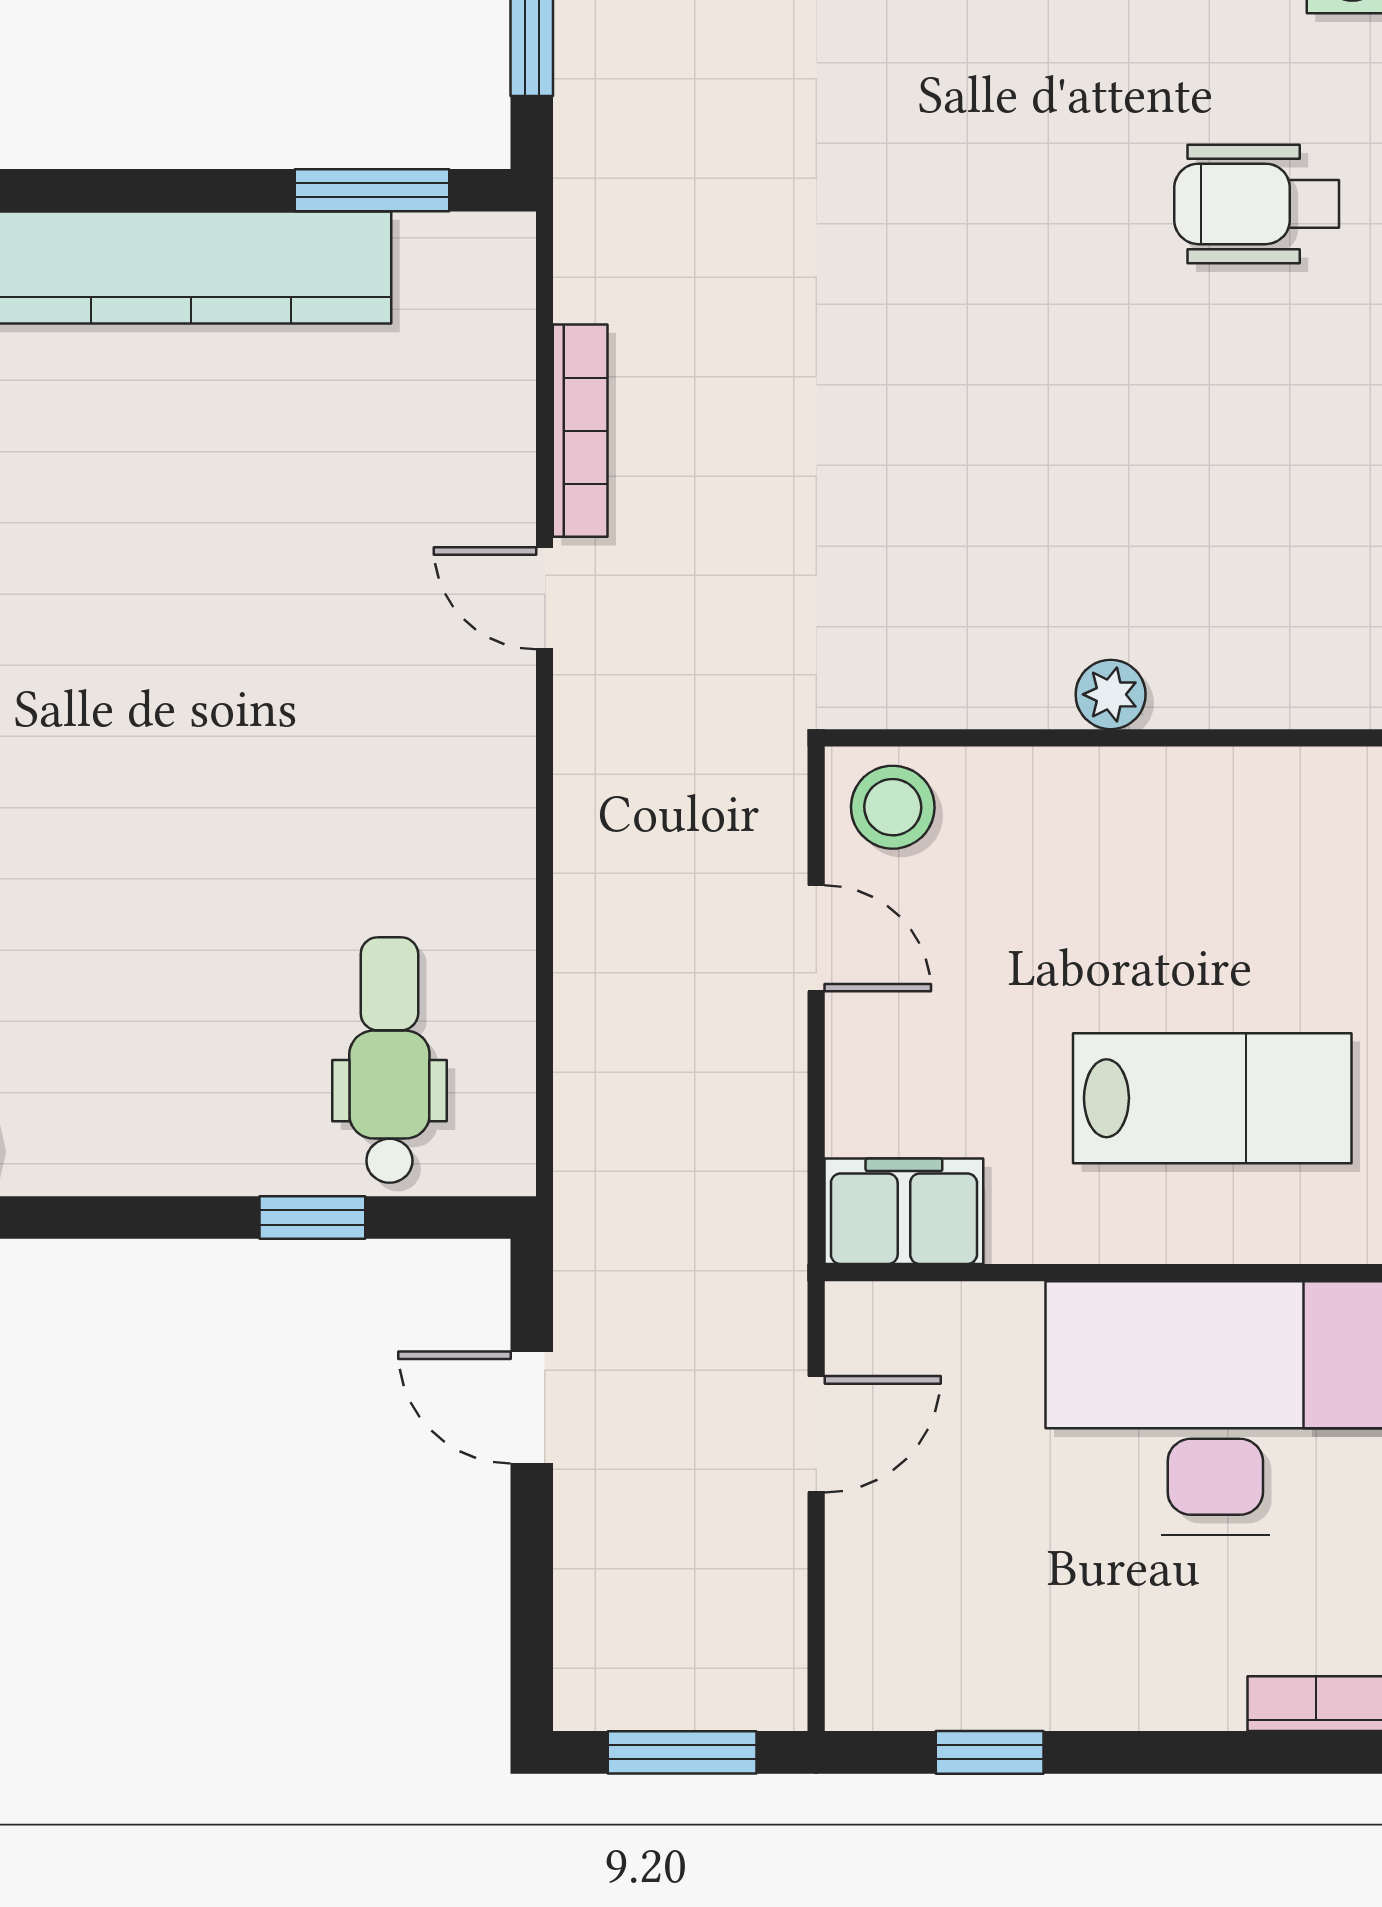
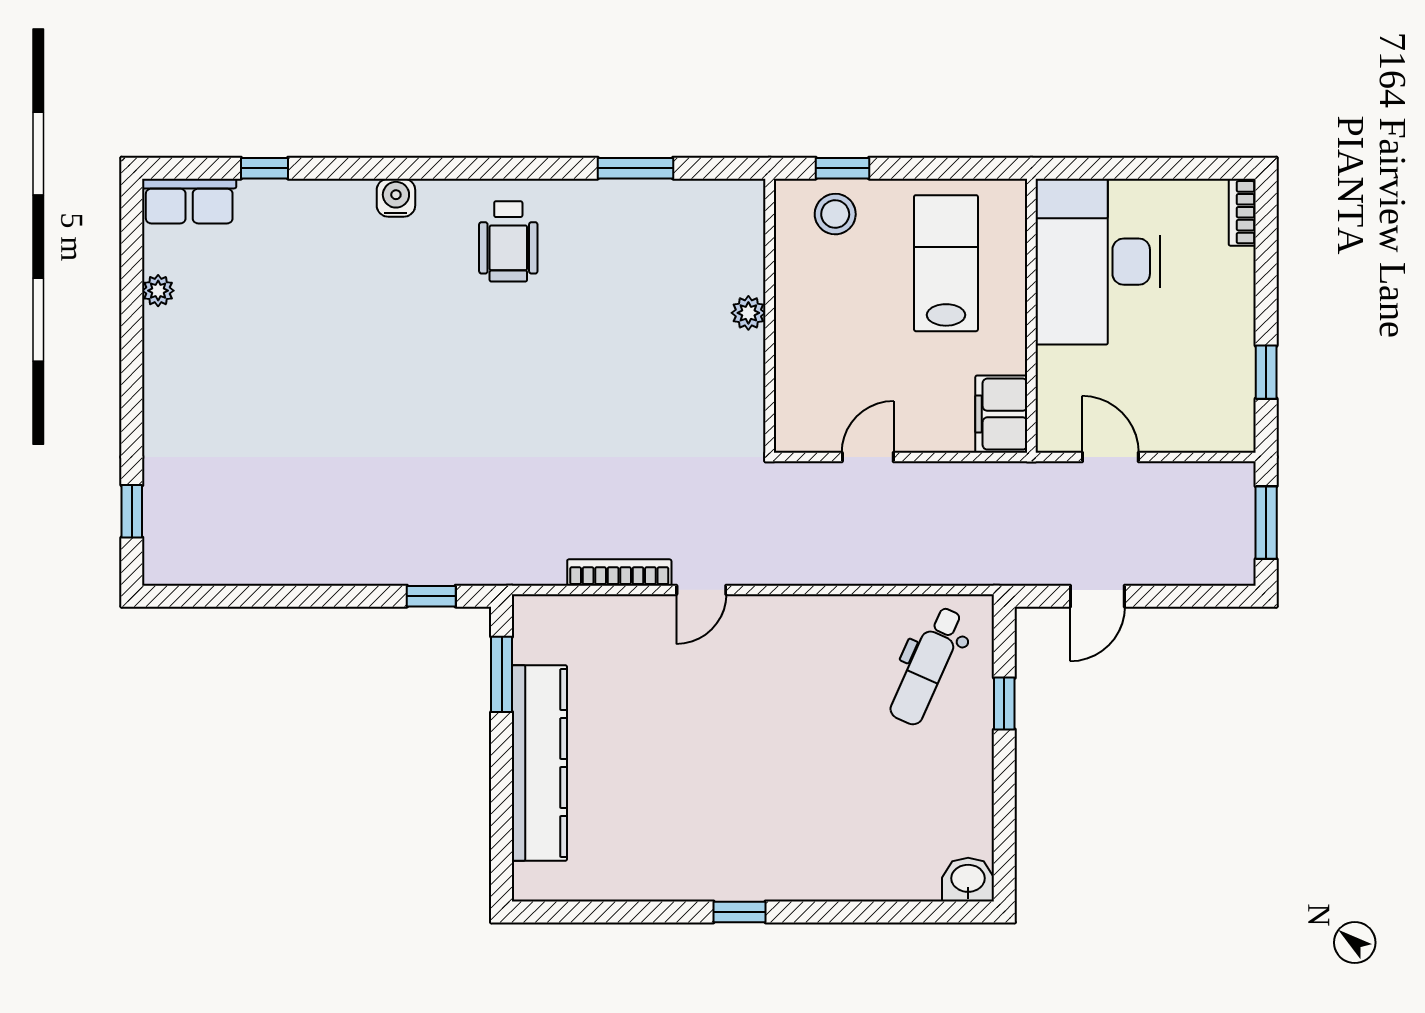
stool: (893, 807) -> (835, 214), moved
dental chair: (389, 1060) -> (927, 666), turned -66

